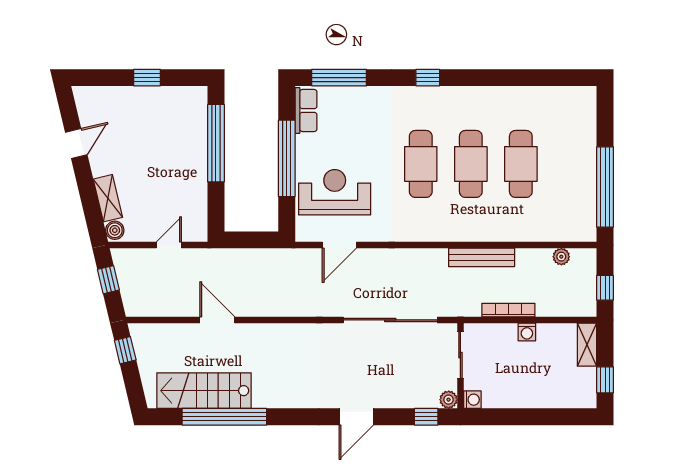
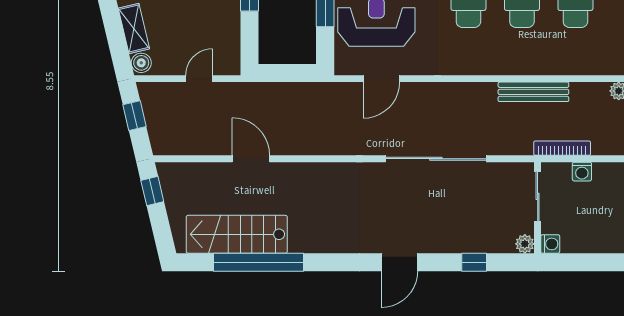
sliding door: (460, 355) -> (538, 196), moved
wall: (460, 366) -> (538, 208), moved
plant: (449, 400) -> (525, 244), moved
washing machine: (472, 400) -> (550, 244), moved

